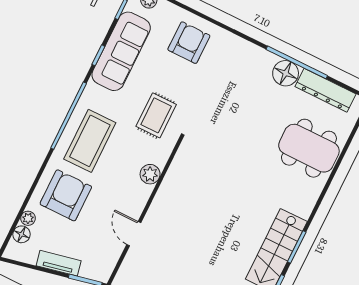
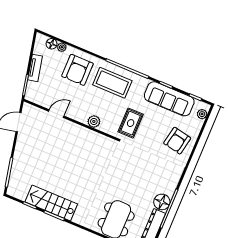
armchair: (189, 43) -> (177, 141), turned 101
rug: (156, 115) -> (131, 123), turned 90
armchair: (66, 195) -> (77, 70), turned 90

